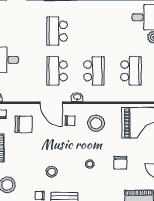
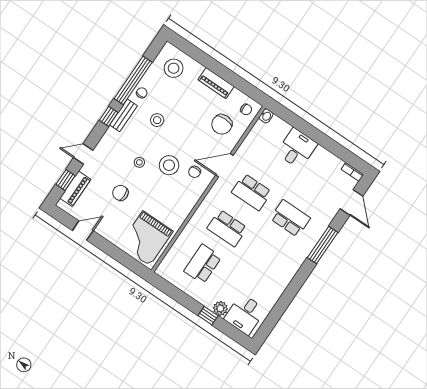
school desk: (57, 71) -> (252, 192), turned 180
school desk: (131, 71) -> (203, 264), turned 90
washbasin: (77, 97) -> (213, 194), removed
stool: (96, 123) -> (169, 165), moved

